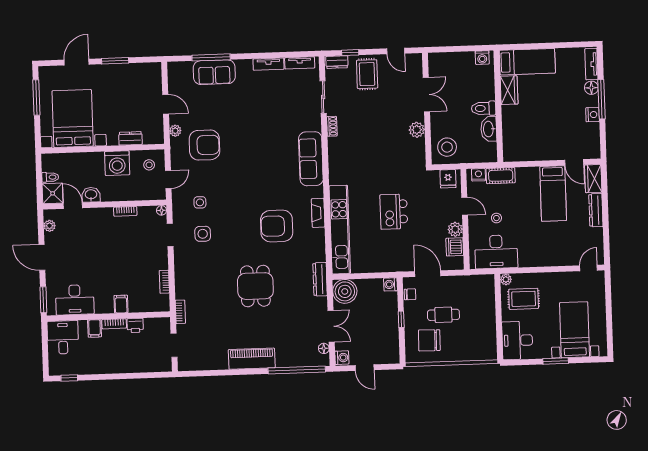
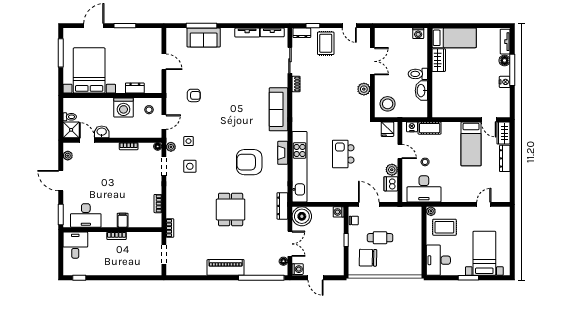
plant: (175, 131) -> (171, 147), moved
armchair: (204, 145) -> (194, 95), width x0.53, depth x0.53
door: (589, 268) -> (484, 204), moved
printer: (135, 325) -> (133, 238), removed
filing cabinet: (95, 328) -> (101, 239), removed

